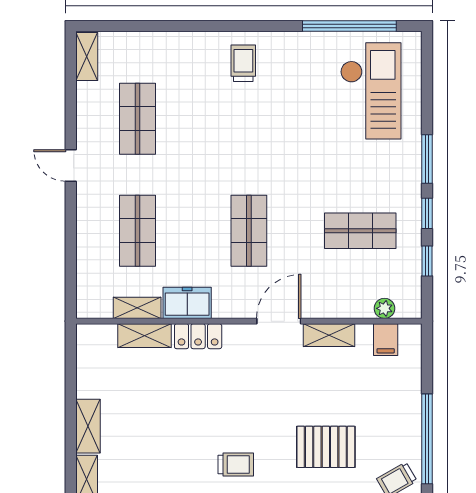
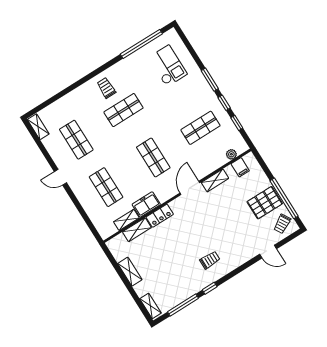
checkout: (371, 91) -> (168, 66), width x0.73, depth x0.83
shop shelf: (249, 119) -> (123, 110), added
shelving: (88, 426) -> (130, 272), moved
pallet: (326, 447) -> (265, 203), moved

